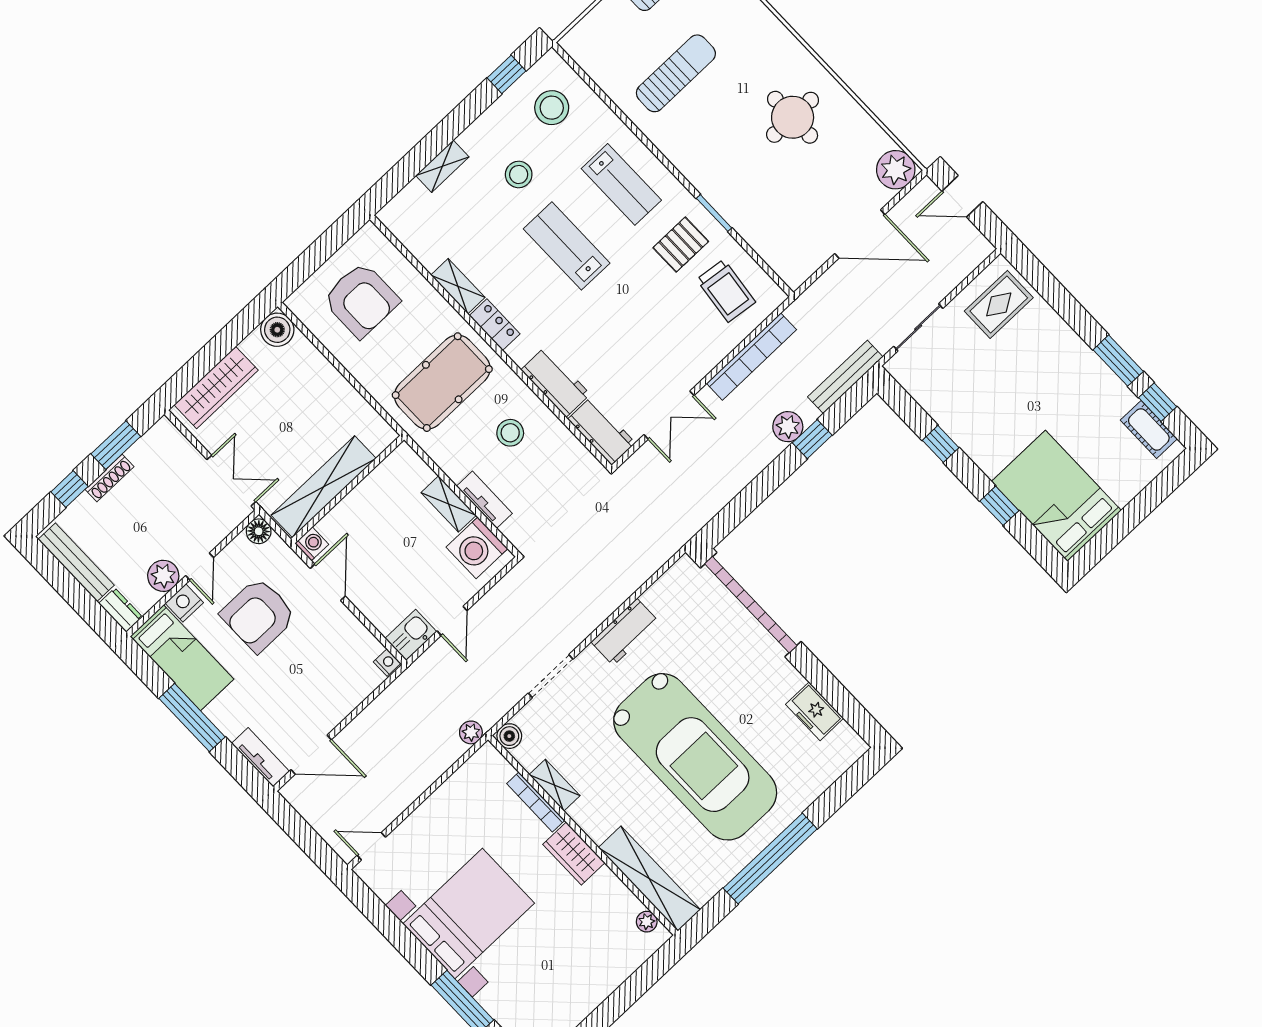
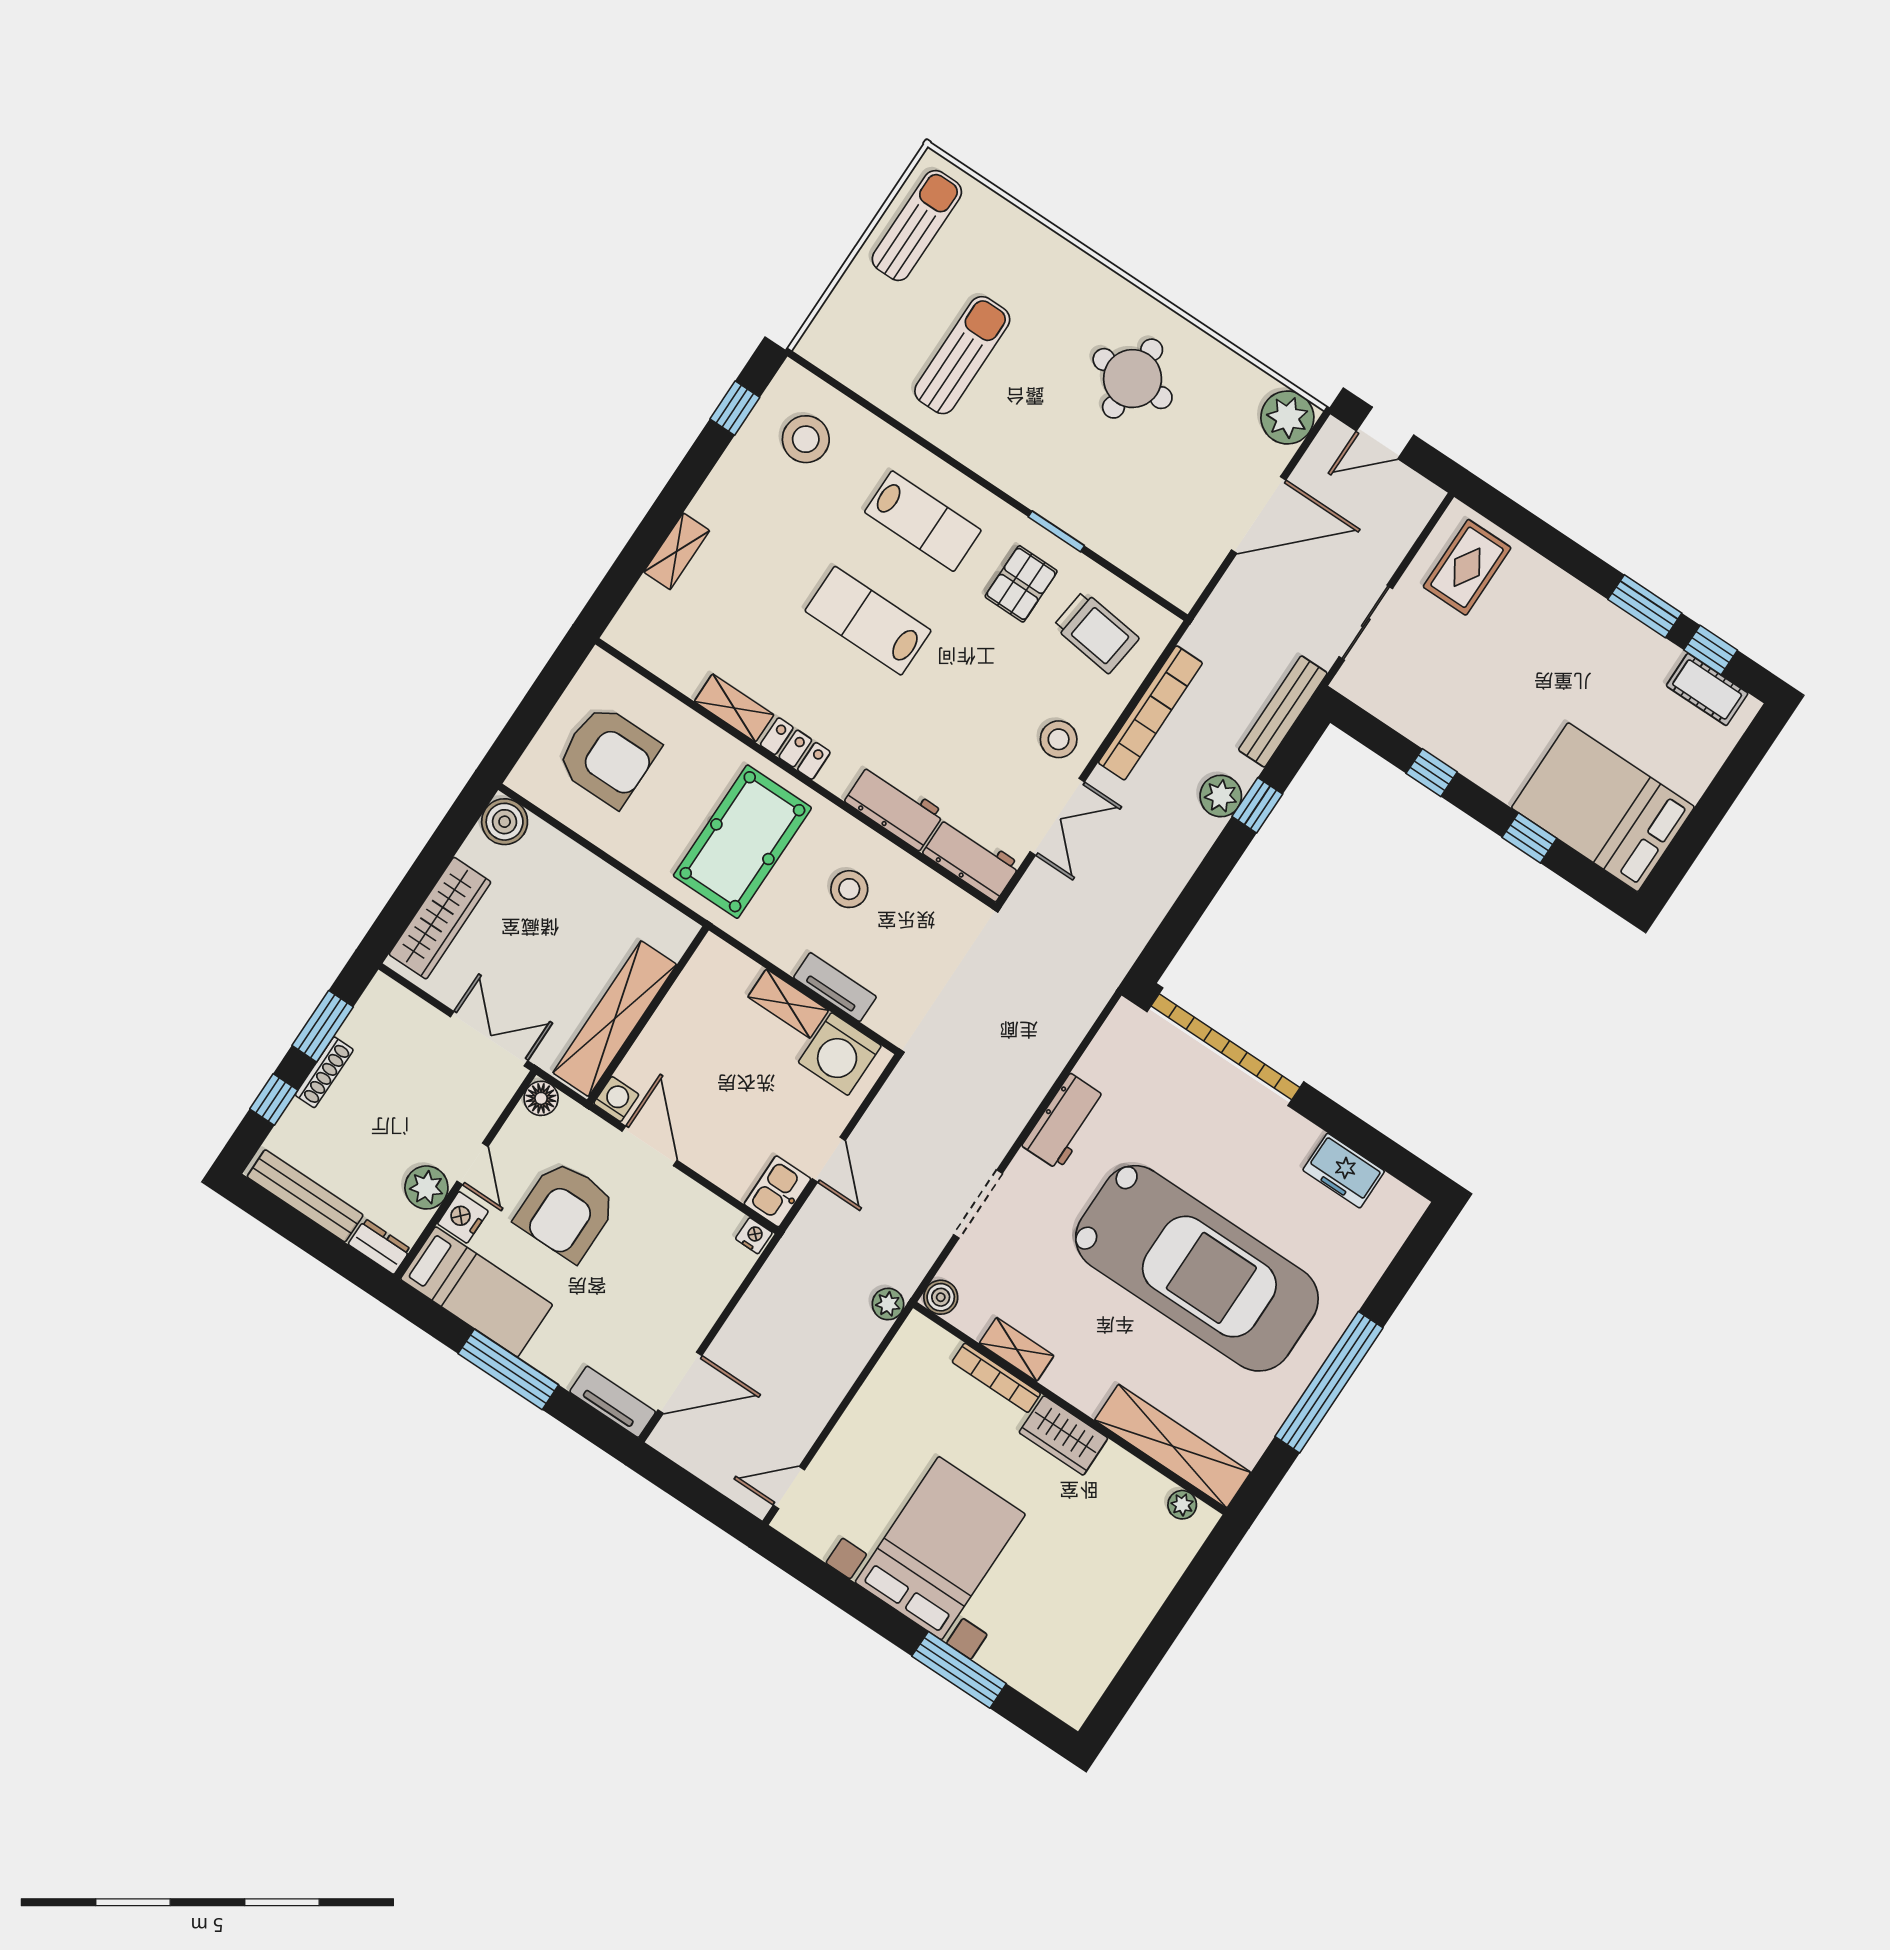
stool: (519, 174) -> (1059, 739), moved

